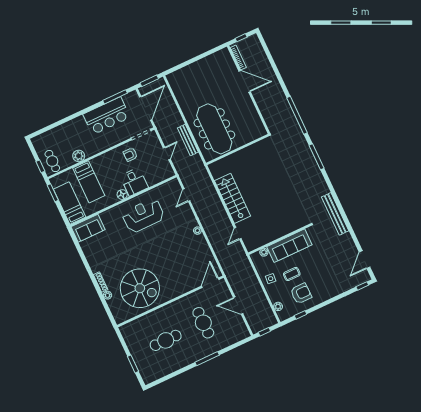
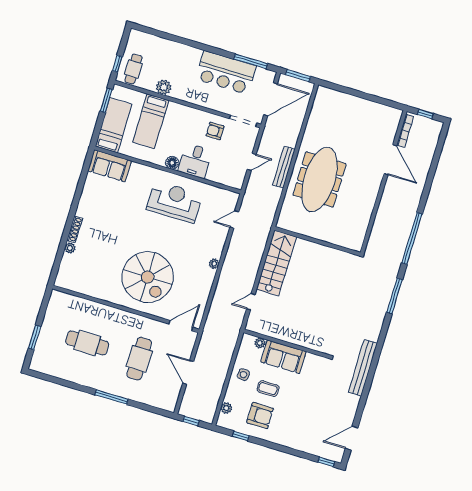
wall: (237, 150) -> (317, 241), moved
sofa: (289, 246) -> (283, 357), width x0.73
spiral stairs: (140, 288) -> (148, 277), moved

